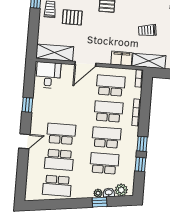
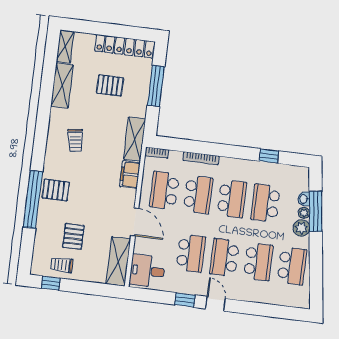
trolley: (147, 30) -> (75, 140), moved
school desk: (63, 108) -> (191, 253), added
school desk: (108, 111) -> (198, 195), turned 180
school desk: (106, 137) -> (232, 199), turned 180
door: (24, 141) -> (216, 304), moved
window: (142, 144) -> (242, 153), removed
plant: (121, 190) -> (301, 228), moved
window: (100, 202) -> (316, 211), width x2.17

